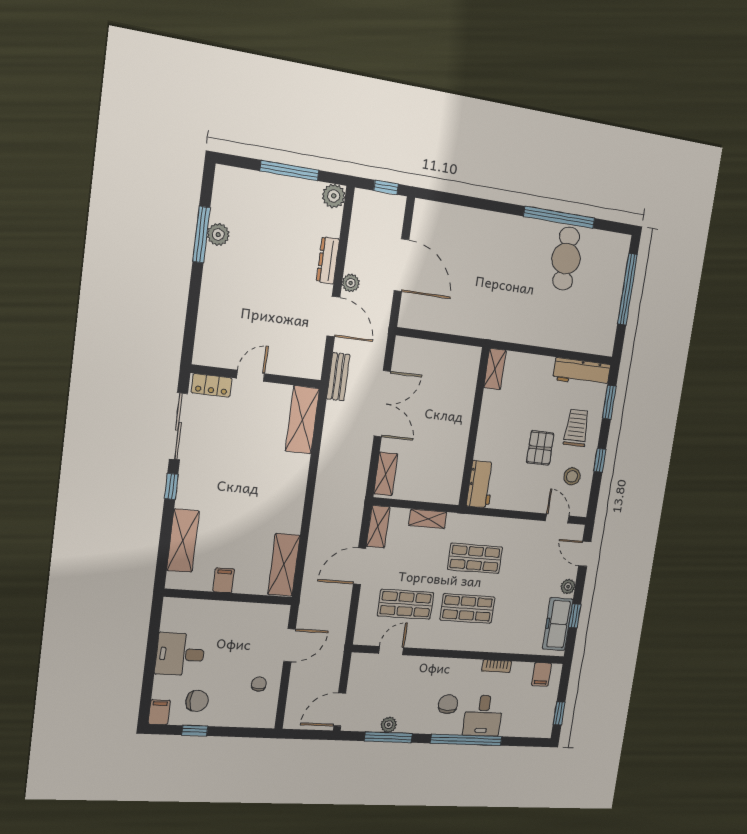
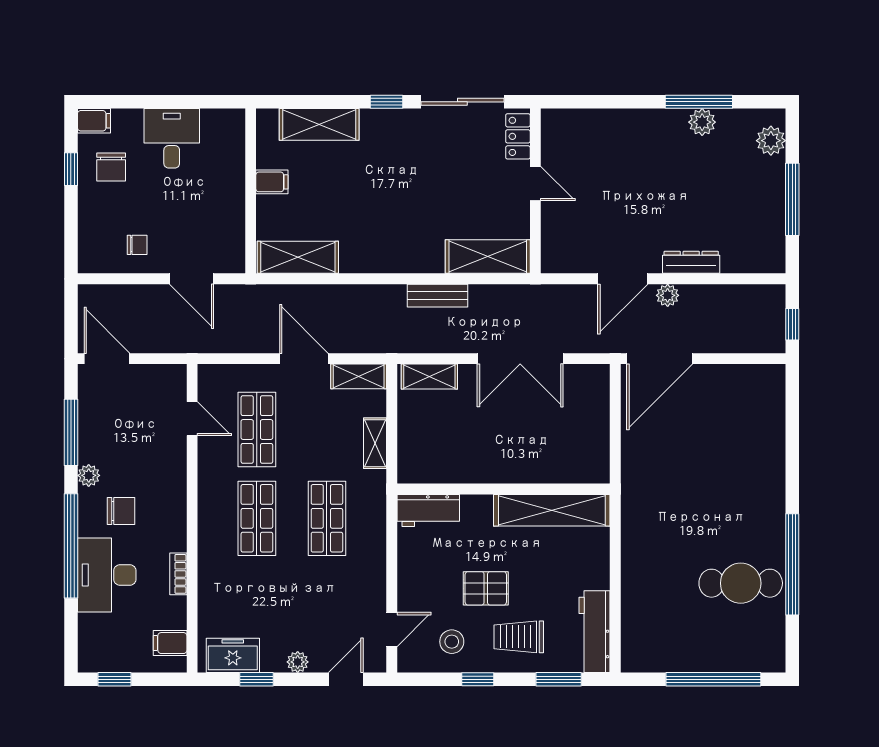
plant: (334, 196) -> (771, 141), moved
door: (402, 265) -> (660, 359), moved
shelving: (495, 369) -> (552, 510), width x2.20, depth x1.33
bench: (338, 377) -> (437, 296), moved
trolley: (577, 428) -> (519, 637), turned 180
freezer: (558, 624) -> (233, 655), width x0.71
desk: (483, 716) -> (107, 575), width x1.37
plant: (389, 725) -> (89, 475), moved

